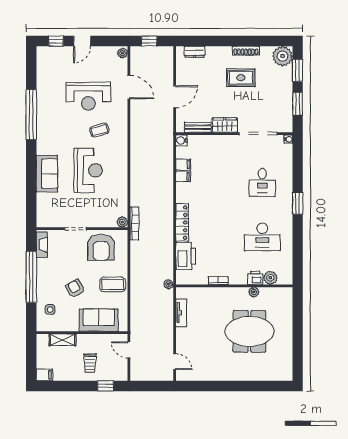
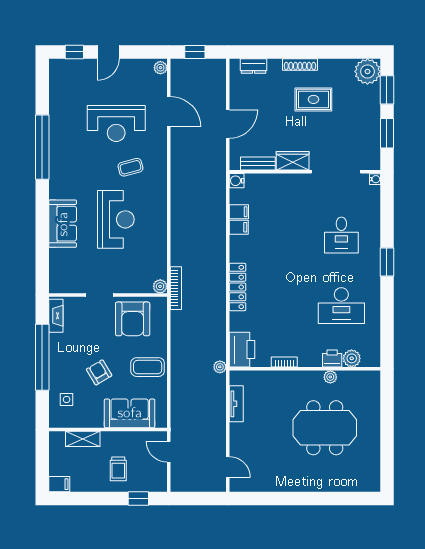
shoe rack: (246, 51) -> (300, 64), moved
printer: (186, 256) -> (242, 350), moved

